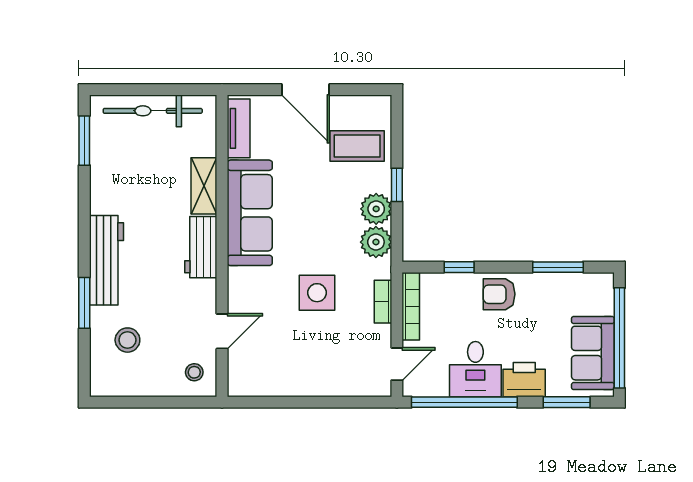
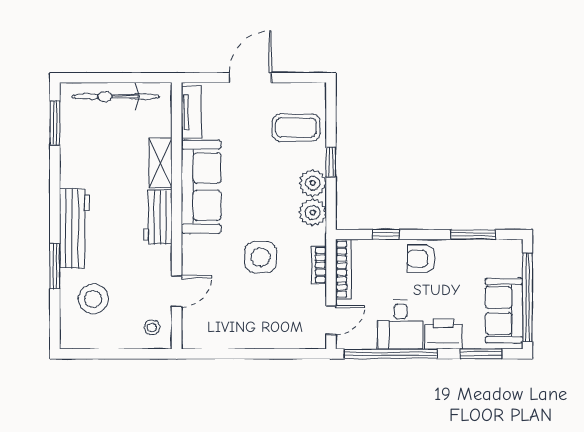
door: (305, 90) -> (250, 78), swing flipped
stool: (127, 340) -> (93, 299), width x1.38, depth x1.38

